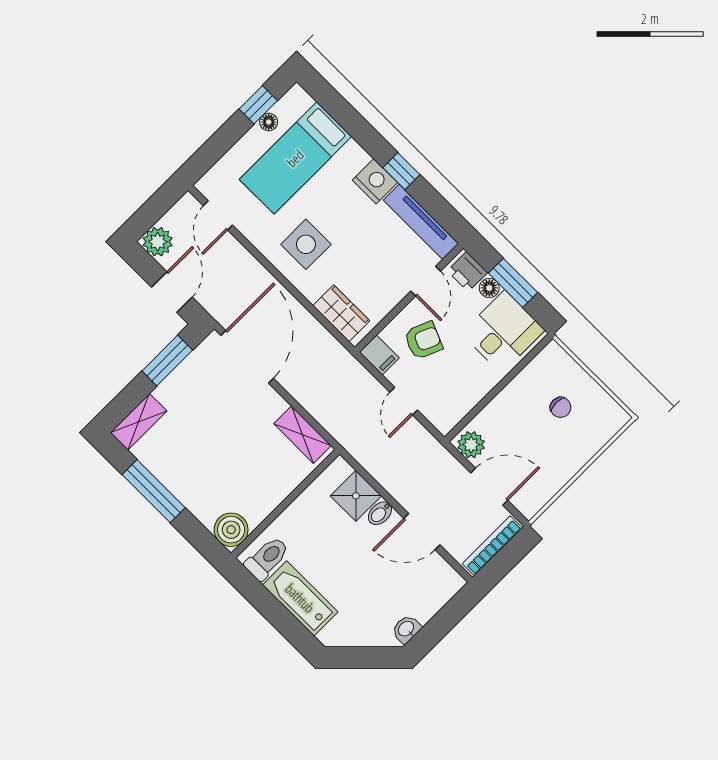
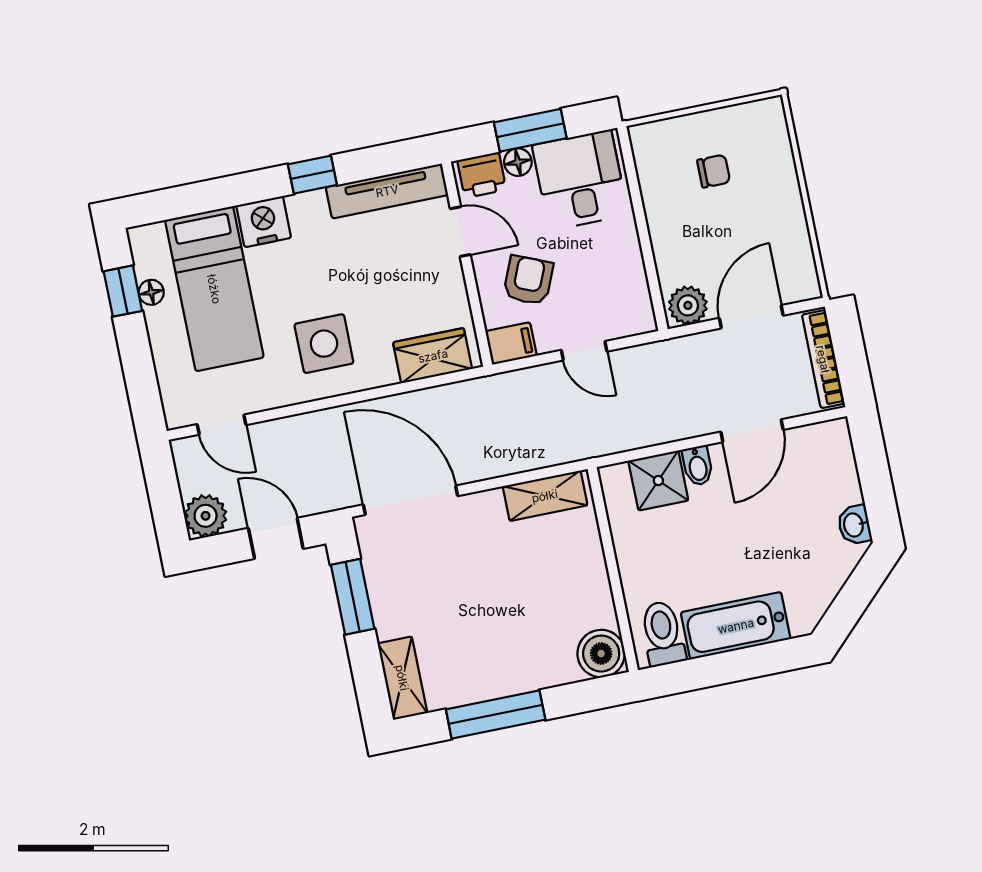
nightstand: (375, 181) -> (264, 222), moved

